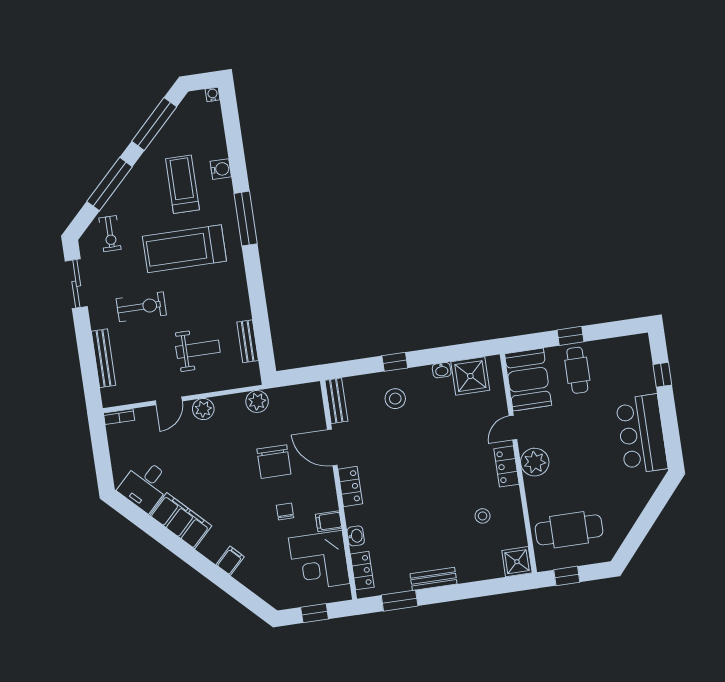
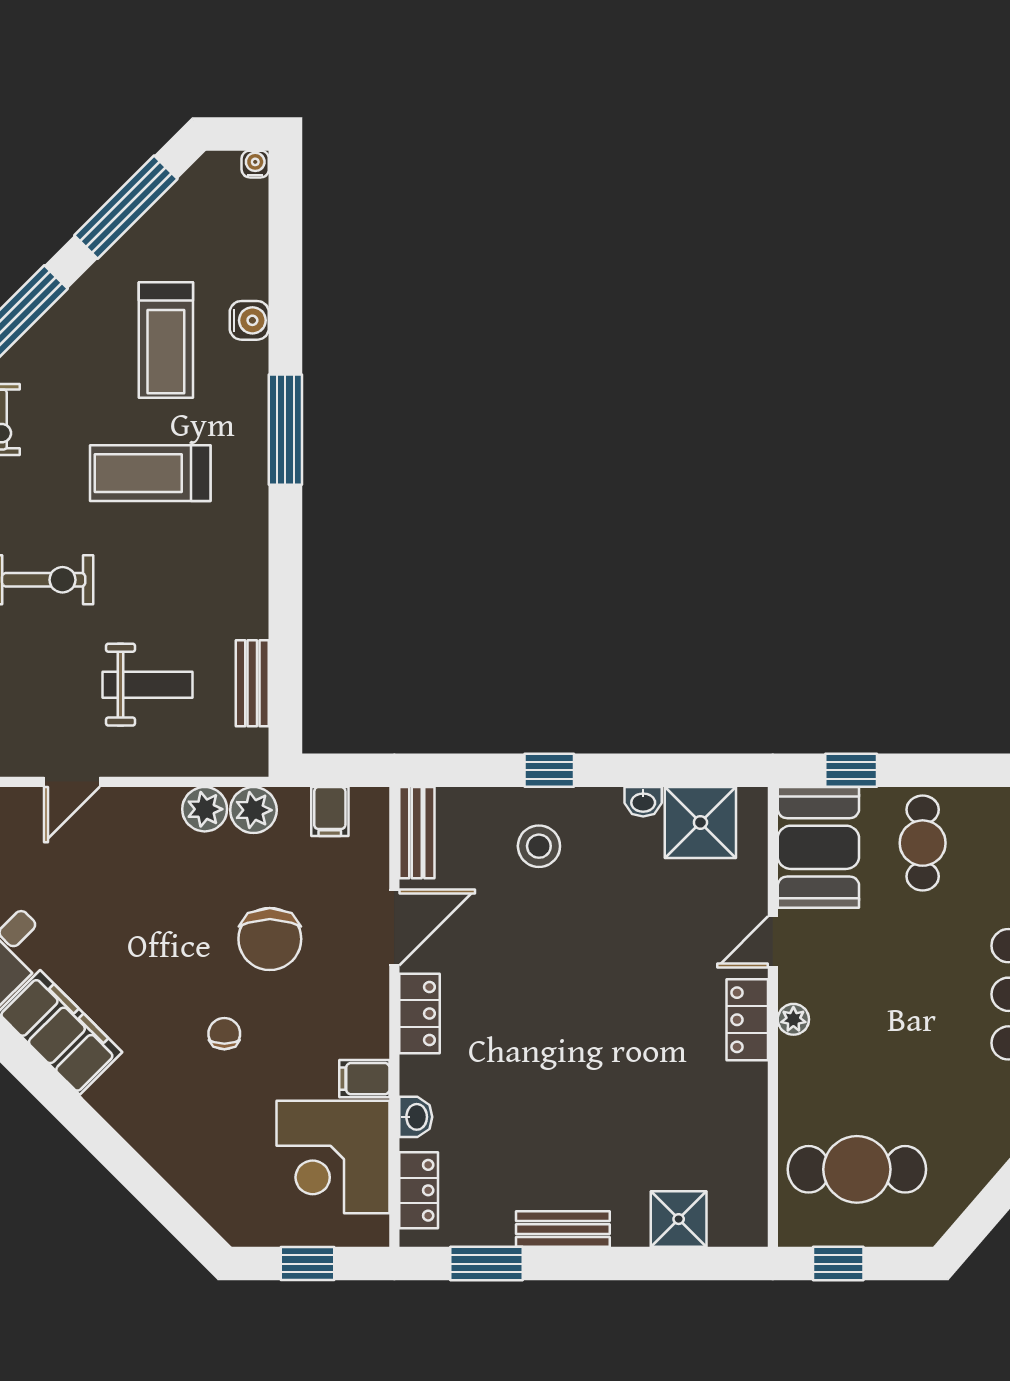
treadmill: (182, 184) -> (166, 340), turned 180
treadmill: (184, 249) -> (150, 473), width x0.73, depth x0.73
window: (570, 336) -> (851, 770), moved
plant: (203, 409) -> (205, 809), moved
door: (332, 447) -> (394, 928), swing flipped
plant: (535, 462) -> (793, 1019), width x0.53, depth x0.53
chair: (285, 512) -> (224, 1034), moved
stool: (483, 516) -> (683, 1114), removed
filing cabinet: (230, 561) -> (330, 811), moved, turned 135
shower: (517, 562) -> (679, 1219), moved

